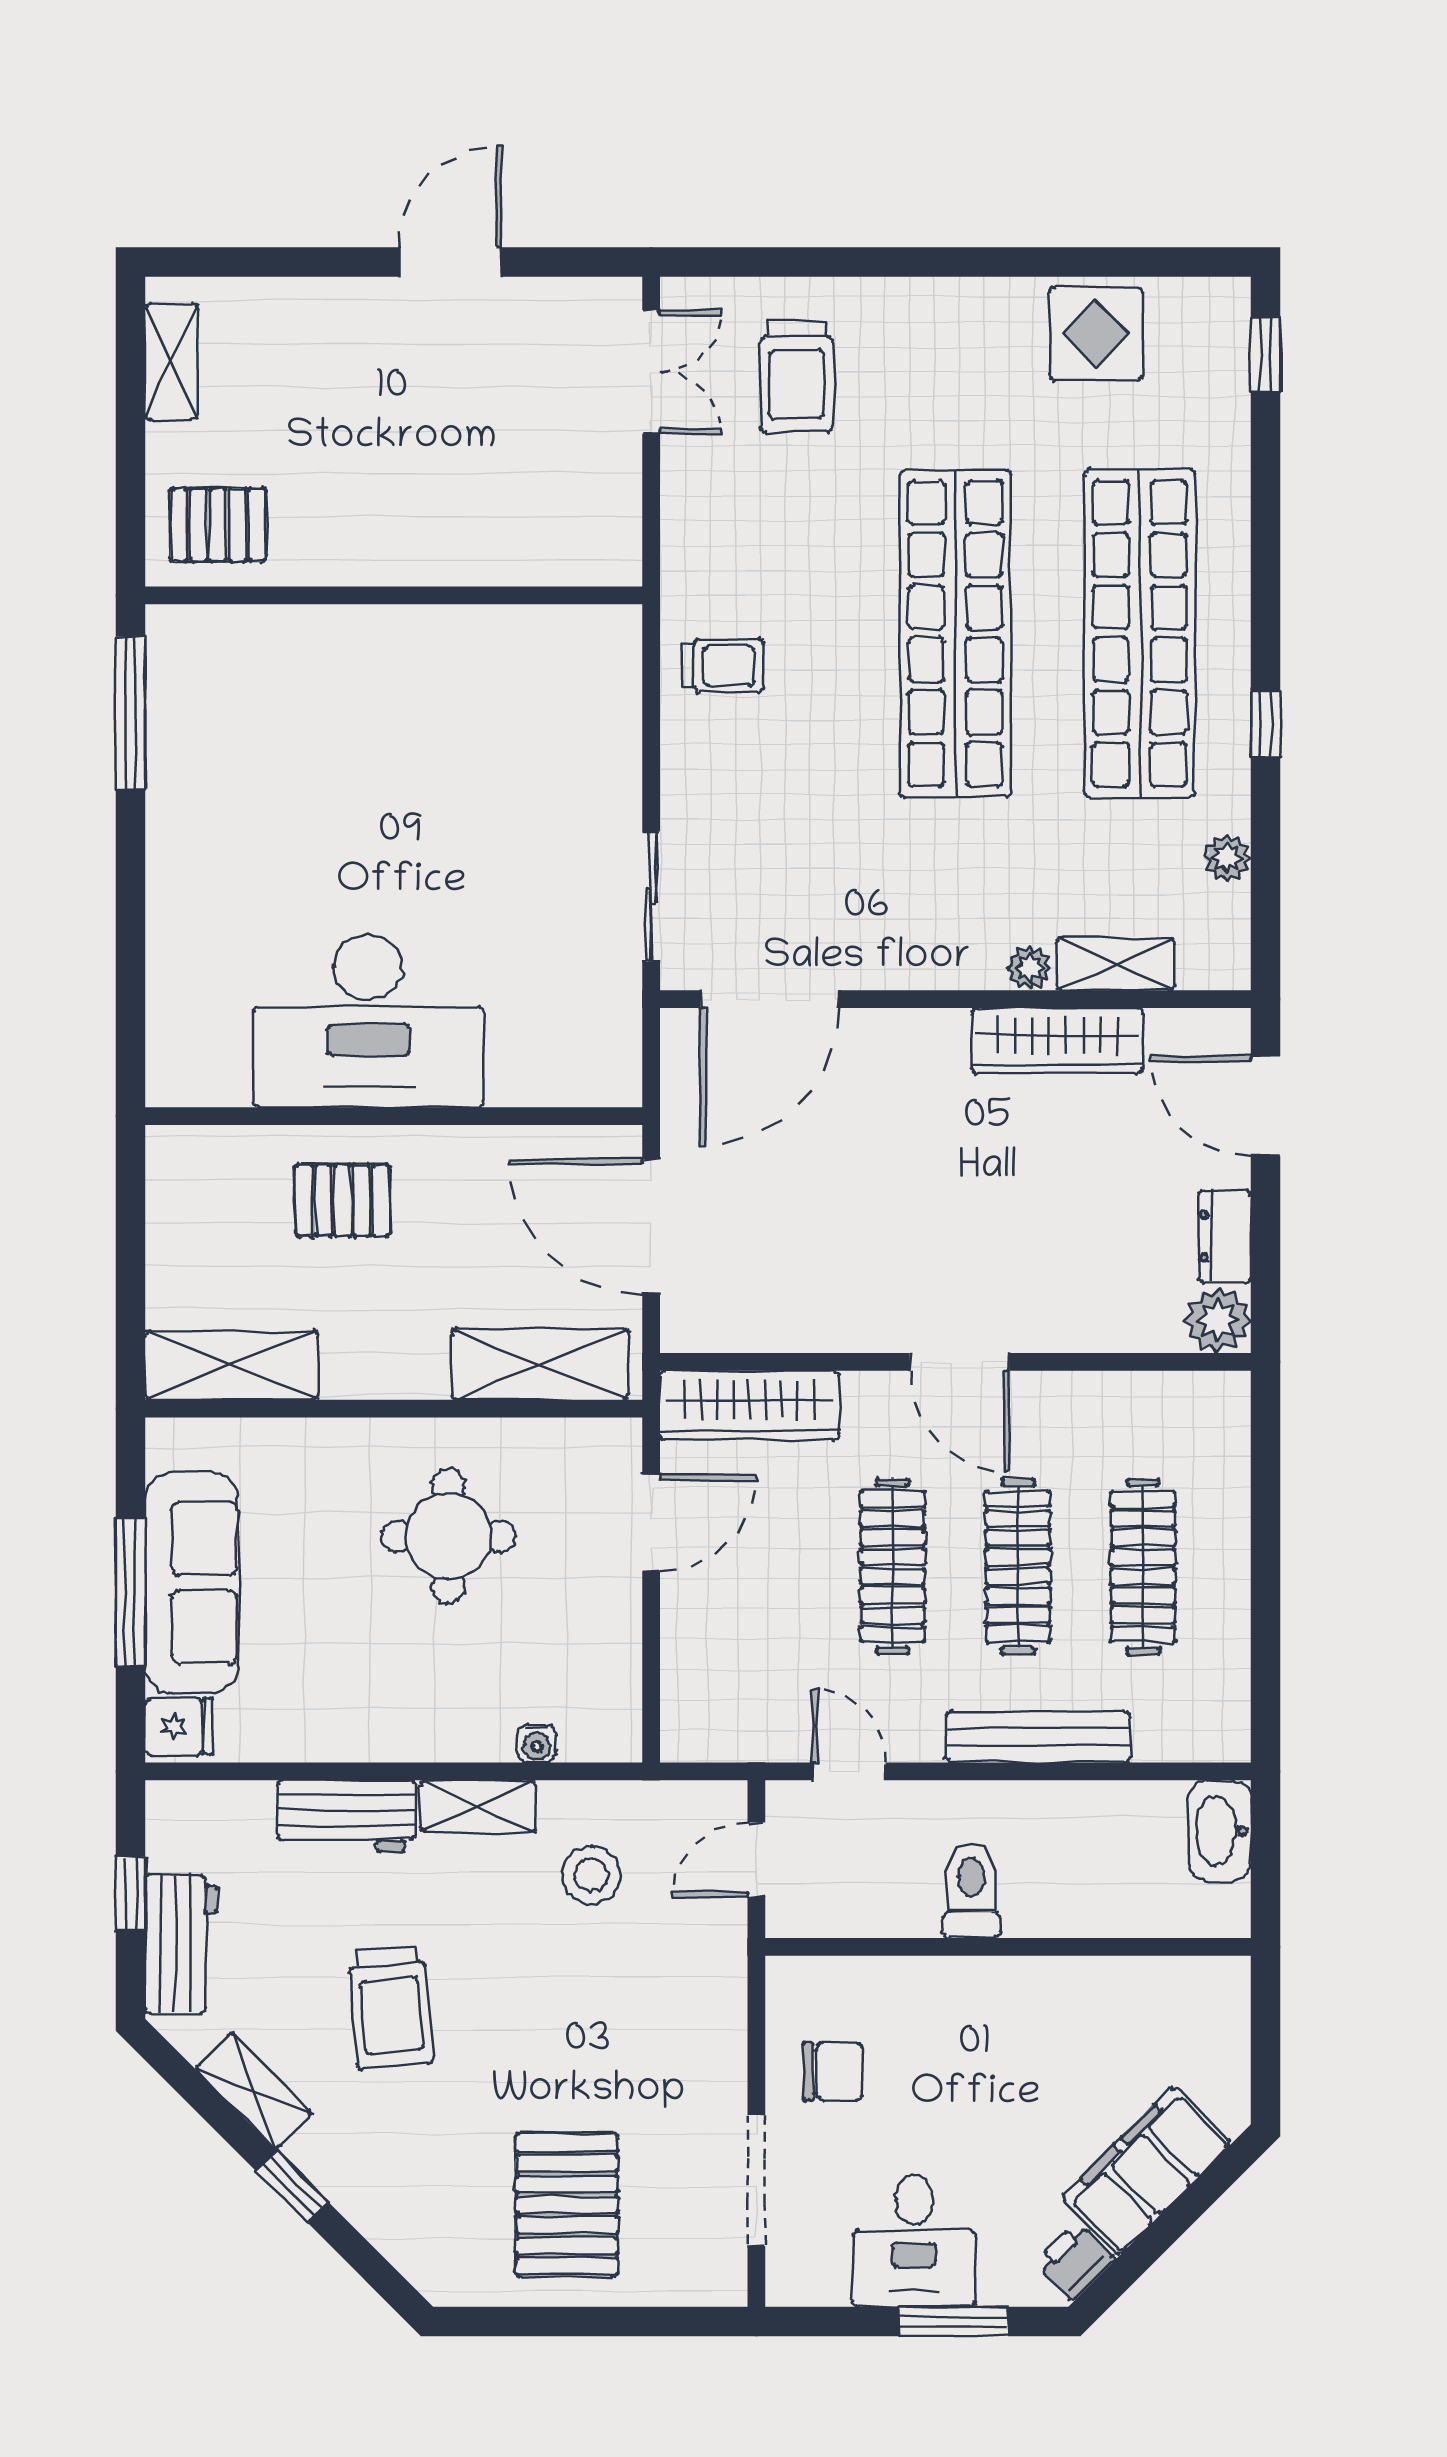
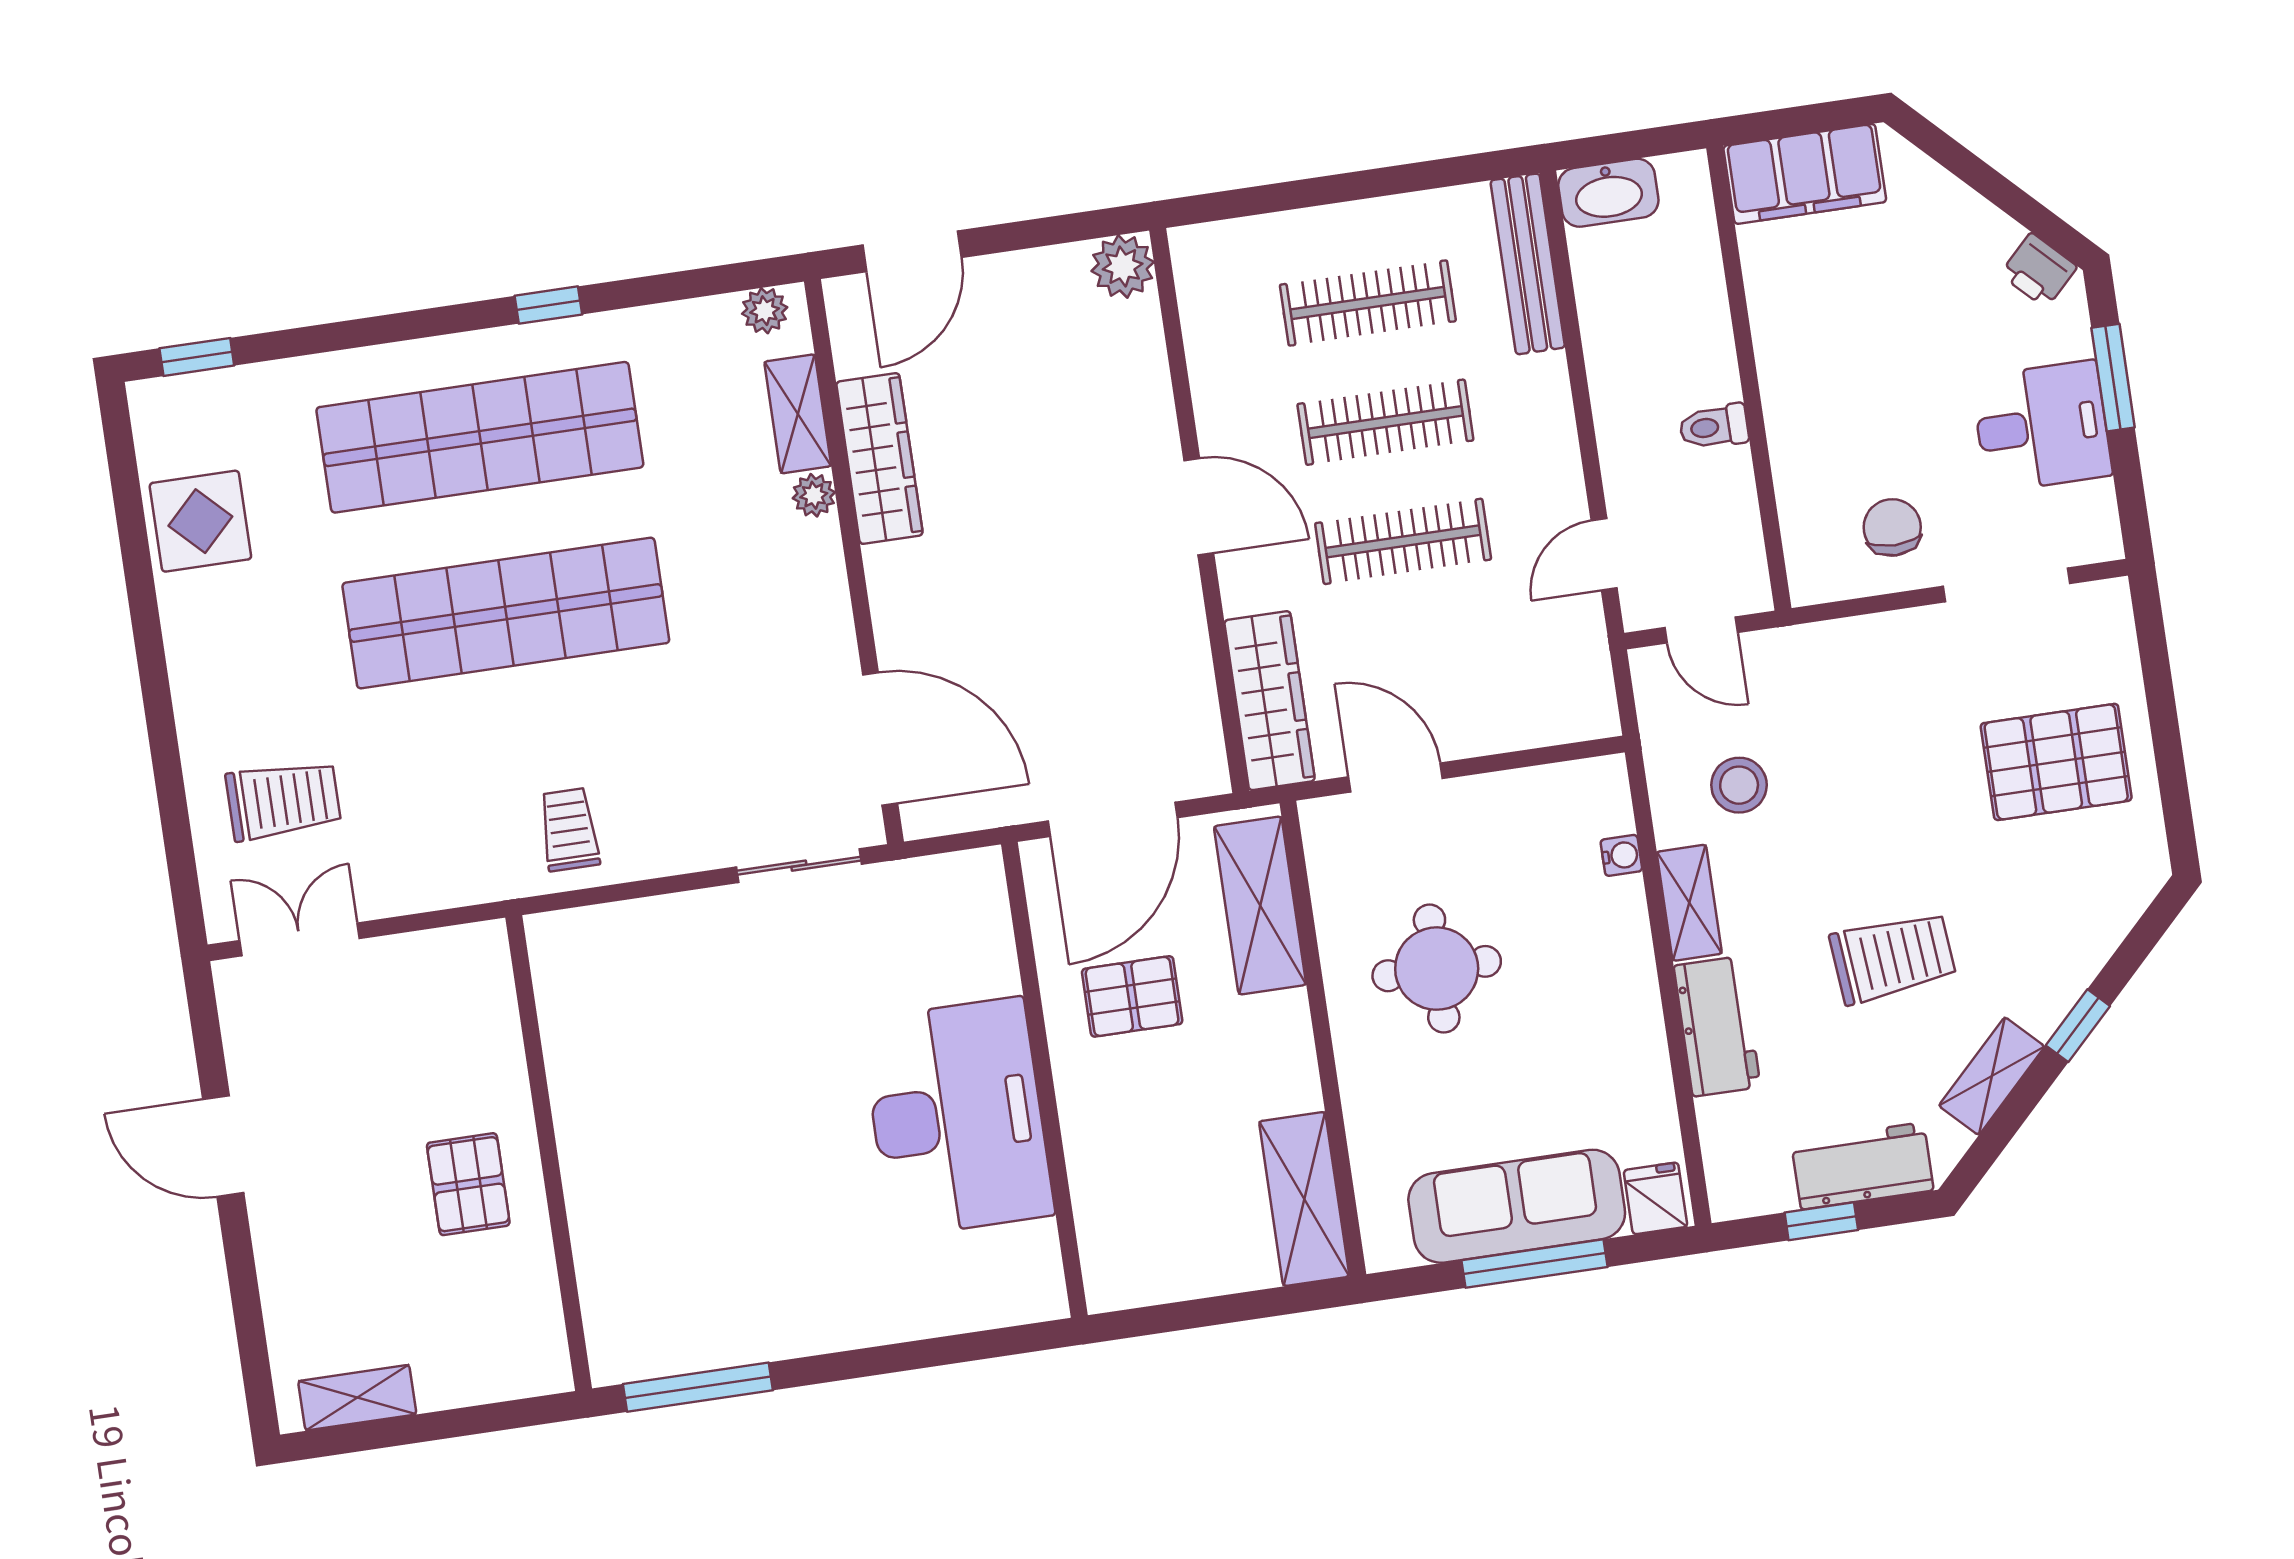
pallet: (218, 525) -> (468, 1184), moved
plant: (1227, 858) -> (765, 311), moved
pallet: (343, 1200) -> (1132, 996), moved, turned 90
dresser: (1225, 1236) -> (1042, 272), removed
door: (959, 1362) -> (1199, 507), hinge flipped
bench: (1038, 1737) -> (1528, 264), moved
toilet: (971, 1890) -> (1714, 427), width x0.73, depth x0.72
filing cabinet: (1146, 2170) -> (1805, 174), moved, turned -45

